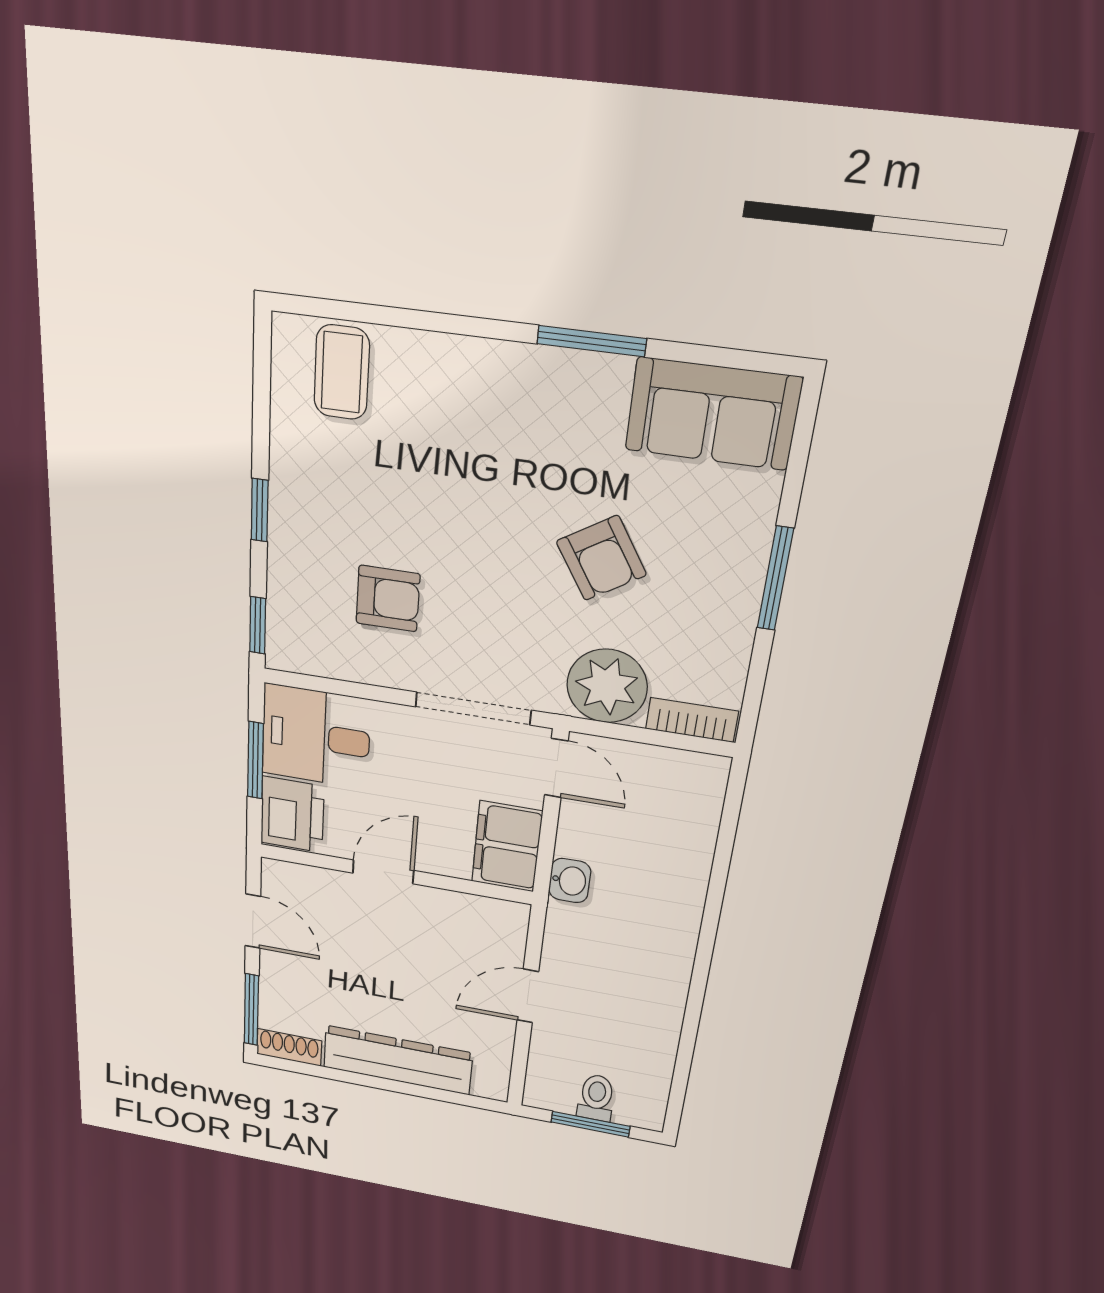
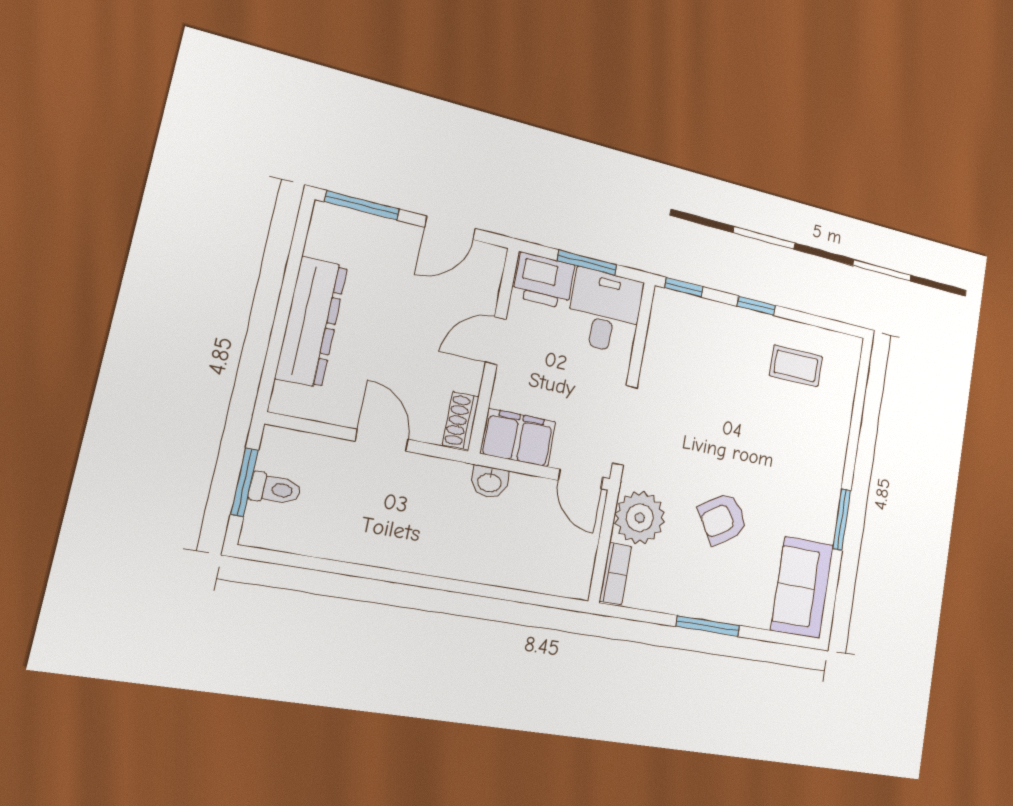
coffee table: (342, 372) -> (796, 366), moved
armchair: (388, 599) -> (700, 379), removed
door: (556, 768) -> (581, 479), hinge flipped
door: (383, 872) -> (496, 341), swing flipped
shoe rack: (289, 1047) -> (461, 421), moved, turned 180

